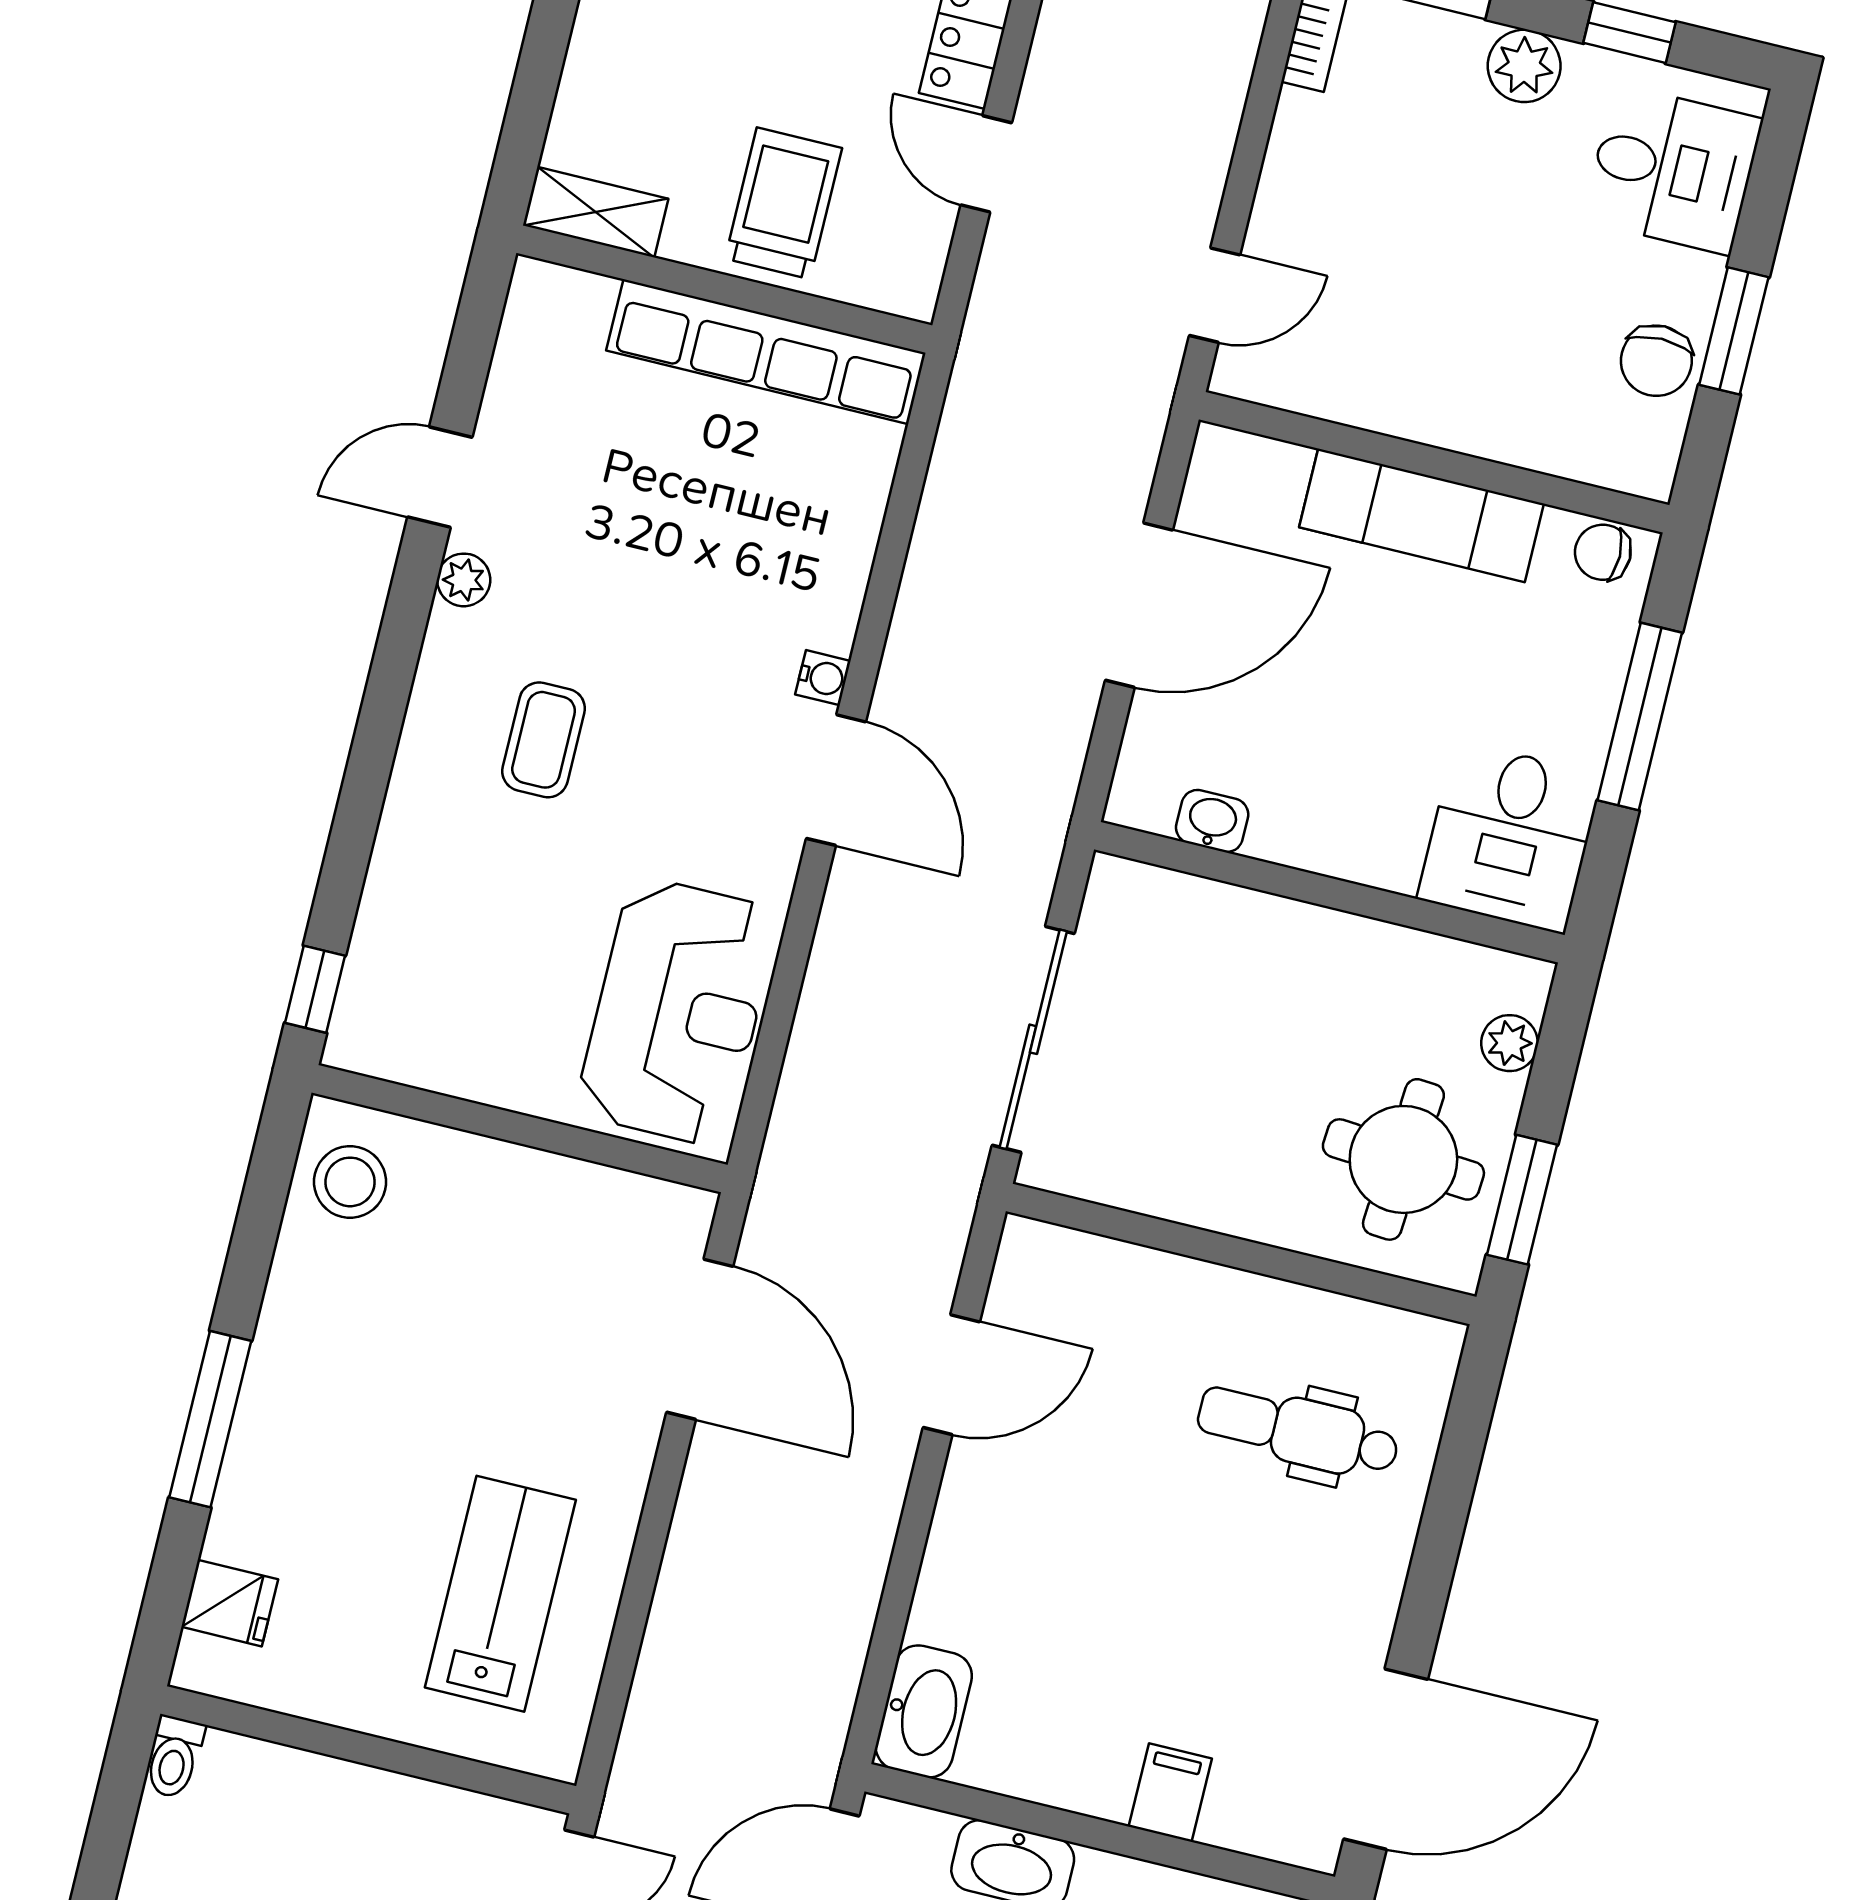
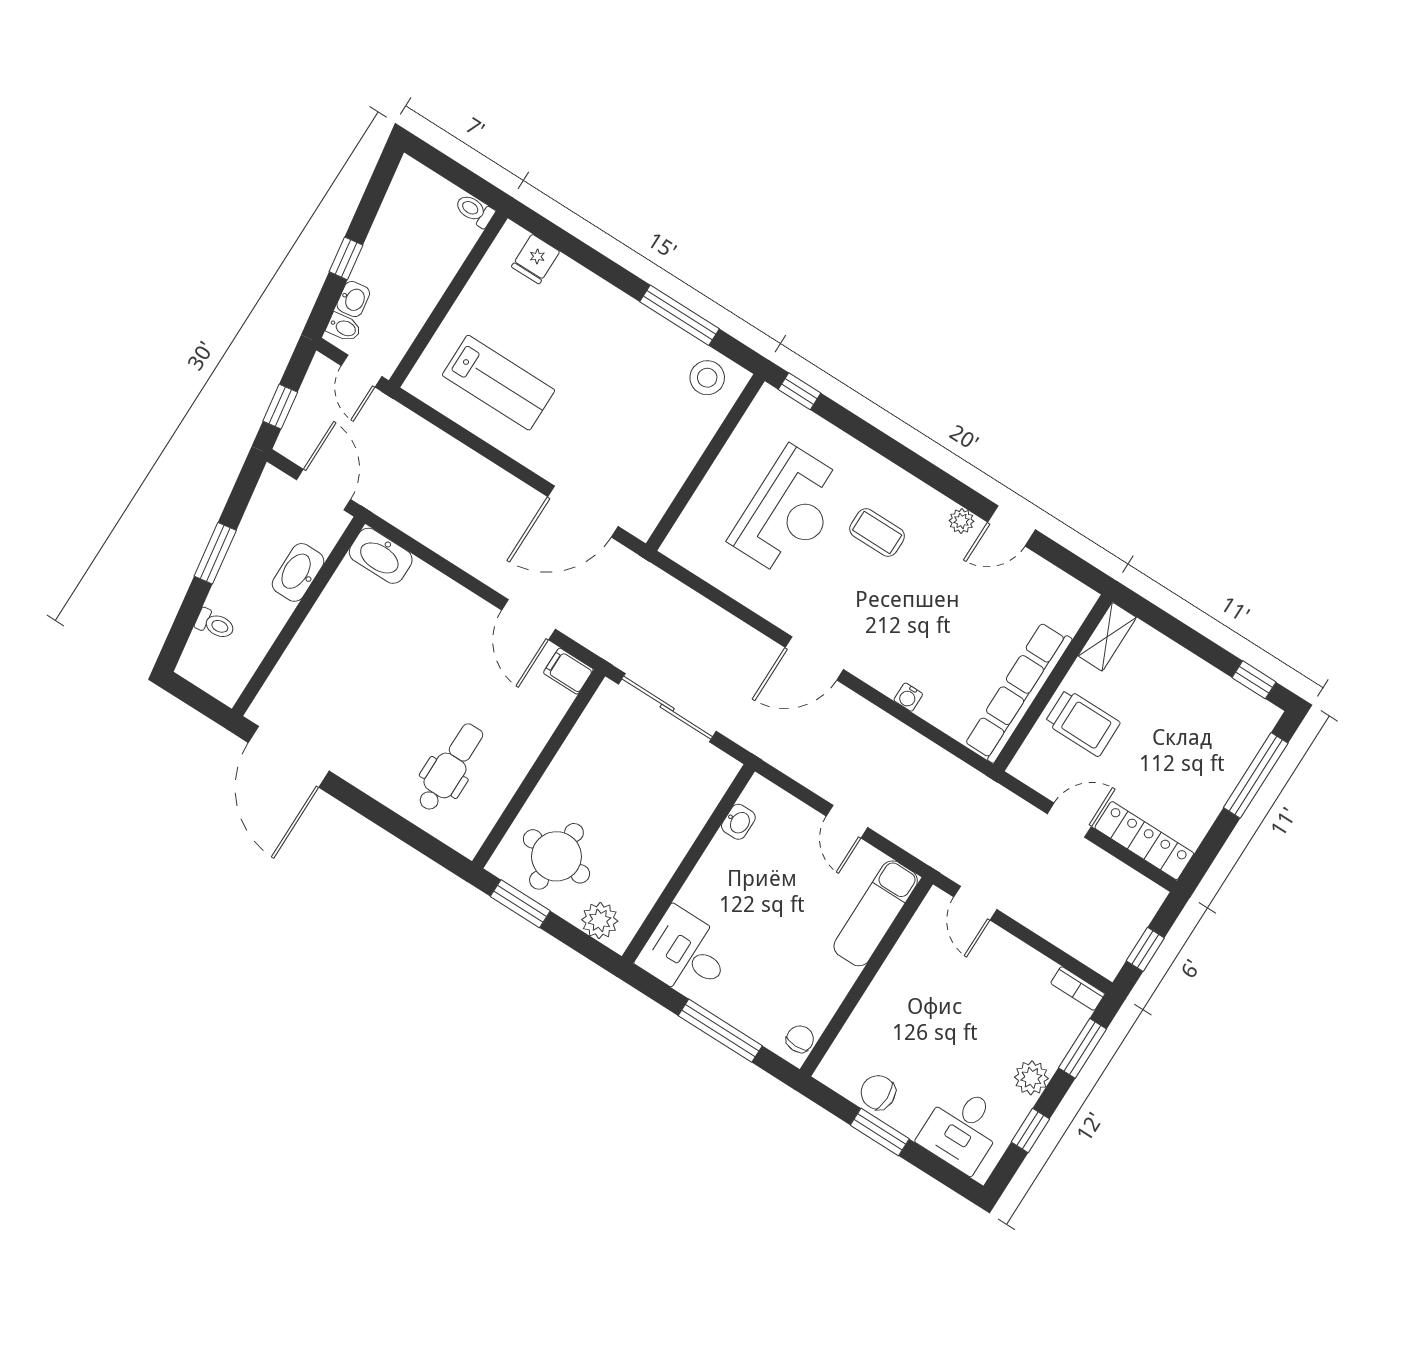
door: (440, 477) -> (1011, 526), swing flipped
exam couch: (1421, 515) -> (876, 913), moved
door: (1139, 605) -> (847, 822), width x0.53
water cooler: (823, 678) -> (908, 697), moved
reception desk: (678, 1012) -> (789, 512), moved, turned -90
plant: (1509, 1043) -> (600, 920), width x1.38, depth x1.38
window: (210, 1419) -> (680, 315), moved
filing cabinet: (1170, 1793) -> (568, 671), moved, turned 180

